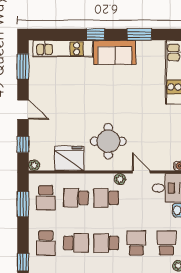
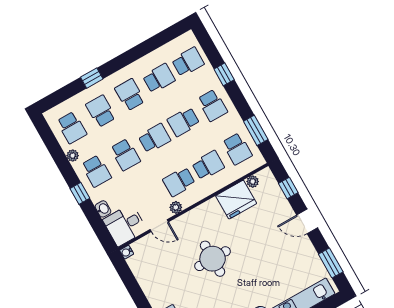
round table: (108, 141) -> (213, 259), moved
plant: (34, 165) -> (253, 182), moved
school desk: (46, 198) -> (237, 149), turned 180
school desk: (106, 198) -> (179, 182), turned 180
school desk: (46, 243) -> (213, 105), turned 180

